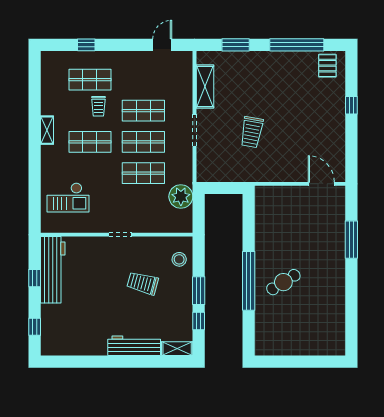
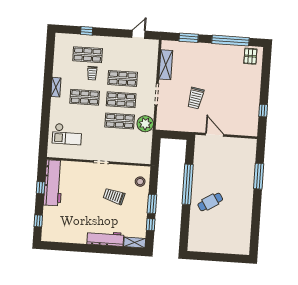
window: (351, 105) -> (263, 111), moved
door: (321, 184) -> (214, 135), moved
plant: (181, 197) -> (145, 124), moved
window: (249, 281) -> (188, 184), moved

